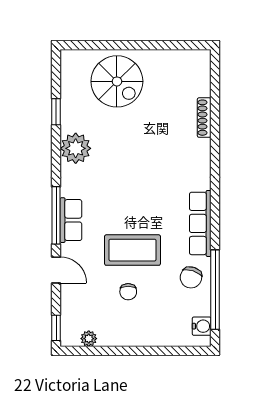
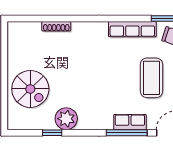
spiral stairs: (117, 81) -> (30, 89), turned 90
plant: (76, 148) -> (66, 119), moved

